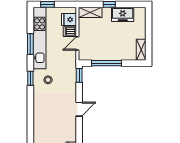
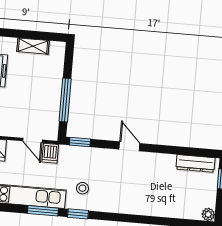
dishwasher: (70, 32) -> (50, 153), moved
window: (30, 44) -> (43, 211), moved
shelving: (141, 50) -> (33, 46), moved

